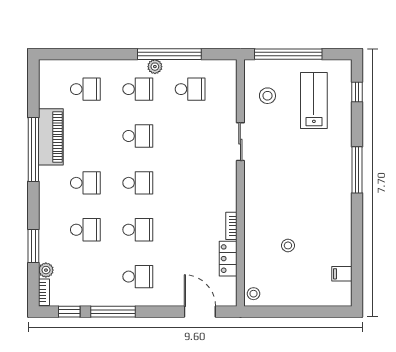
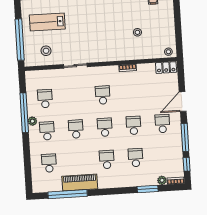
window: (33, 150) -> (68, 194), moved
school desk: (190, 183) -> (103, 95), added
locker: (228, 259) -> (166, 68), moved
door: (200, 312) -> (183, 102), moved

